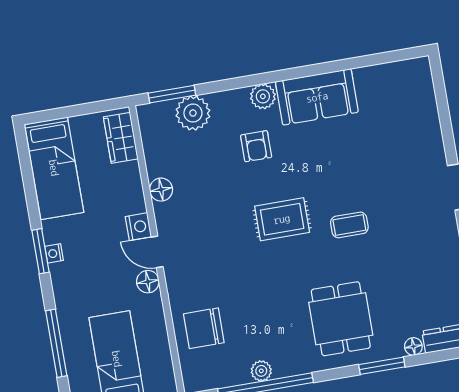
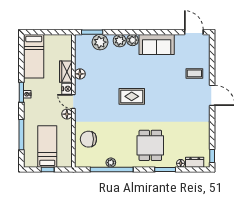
door: (393, 56) -> (194, 32), added
plant: (235, 102) -> (120, 41), added
wardrobe: (121, 138) -> (66, 72), moved
armchair: (256, 146) -> (126, 62), removed
coffee table: (349, 225) -> (194, 73), moved

